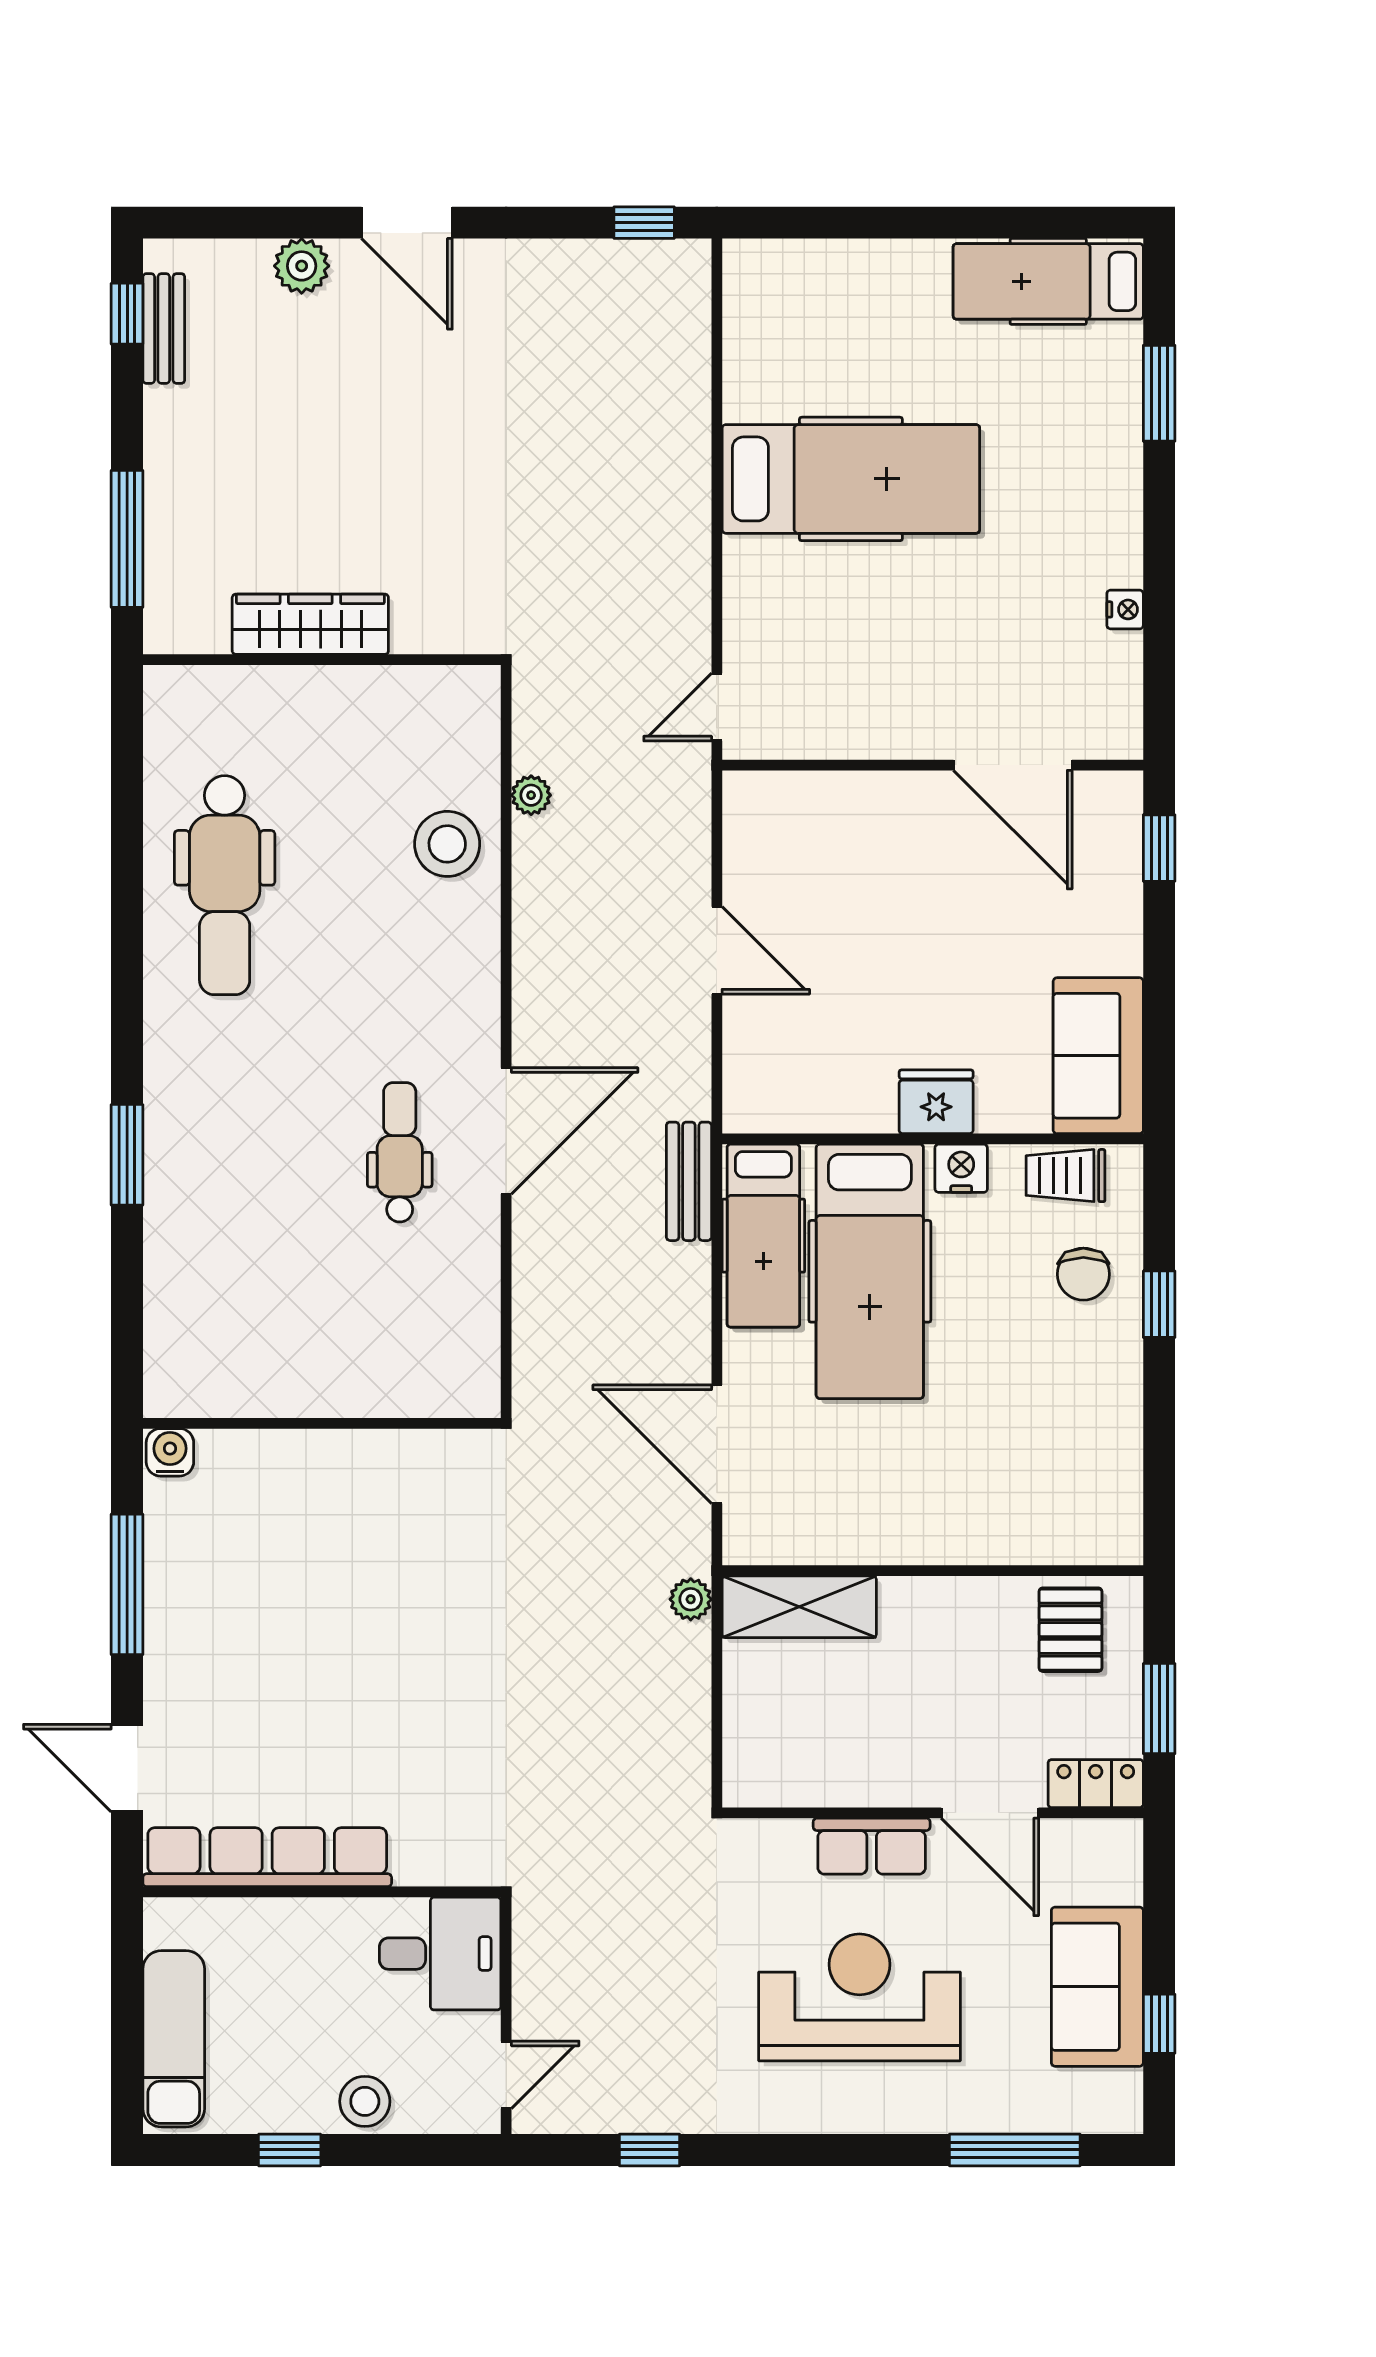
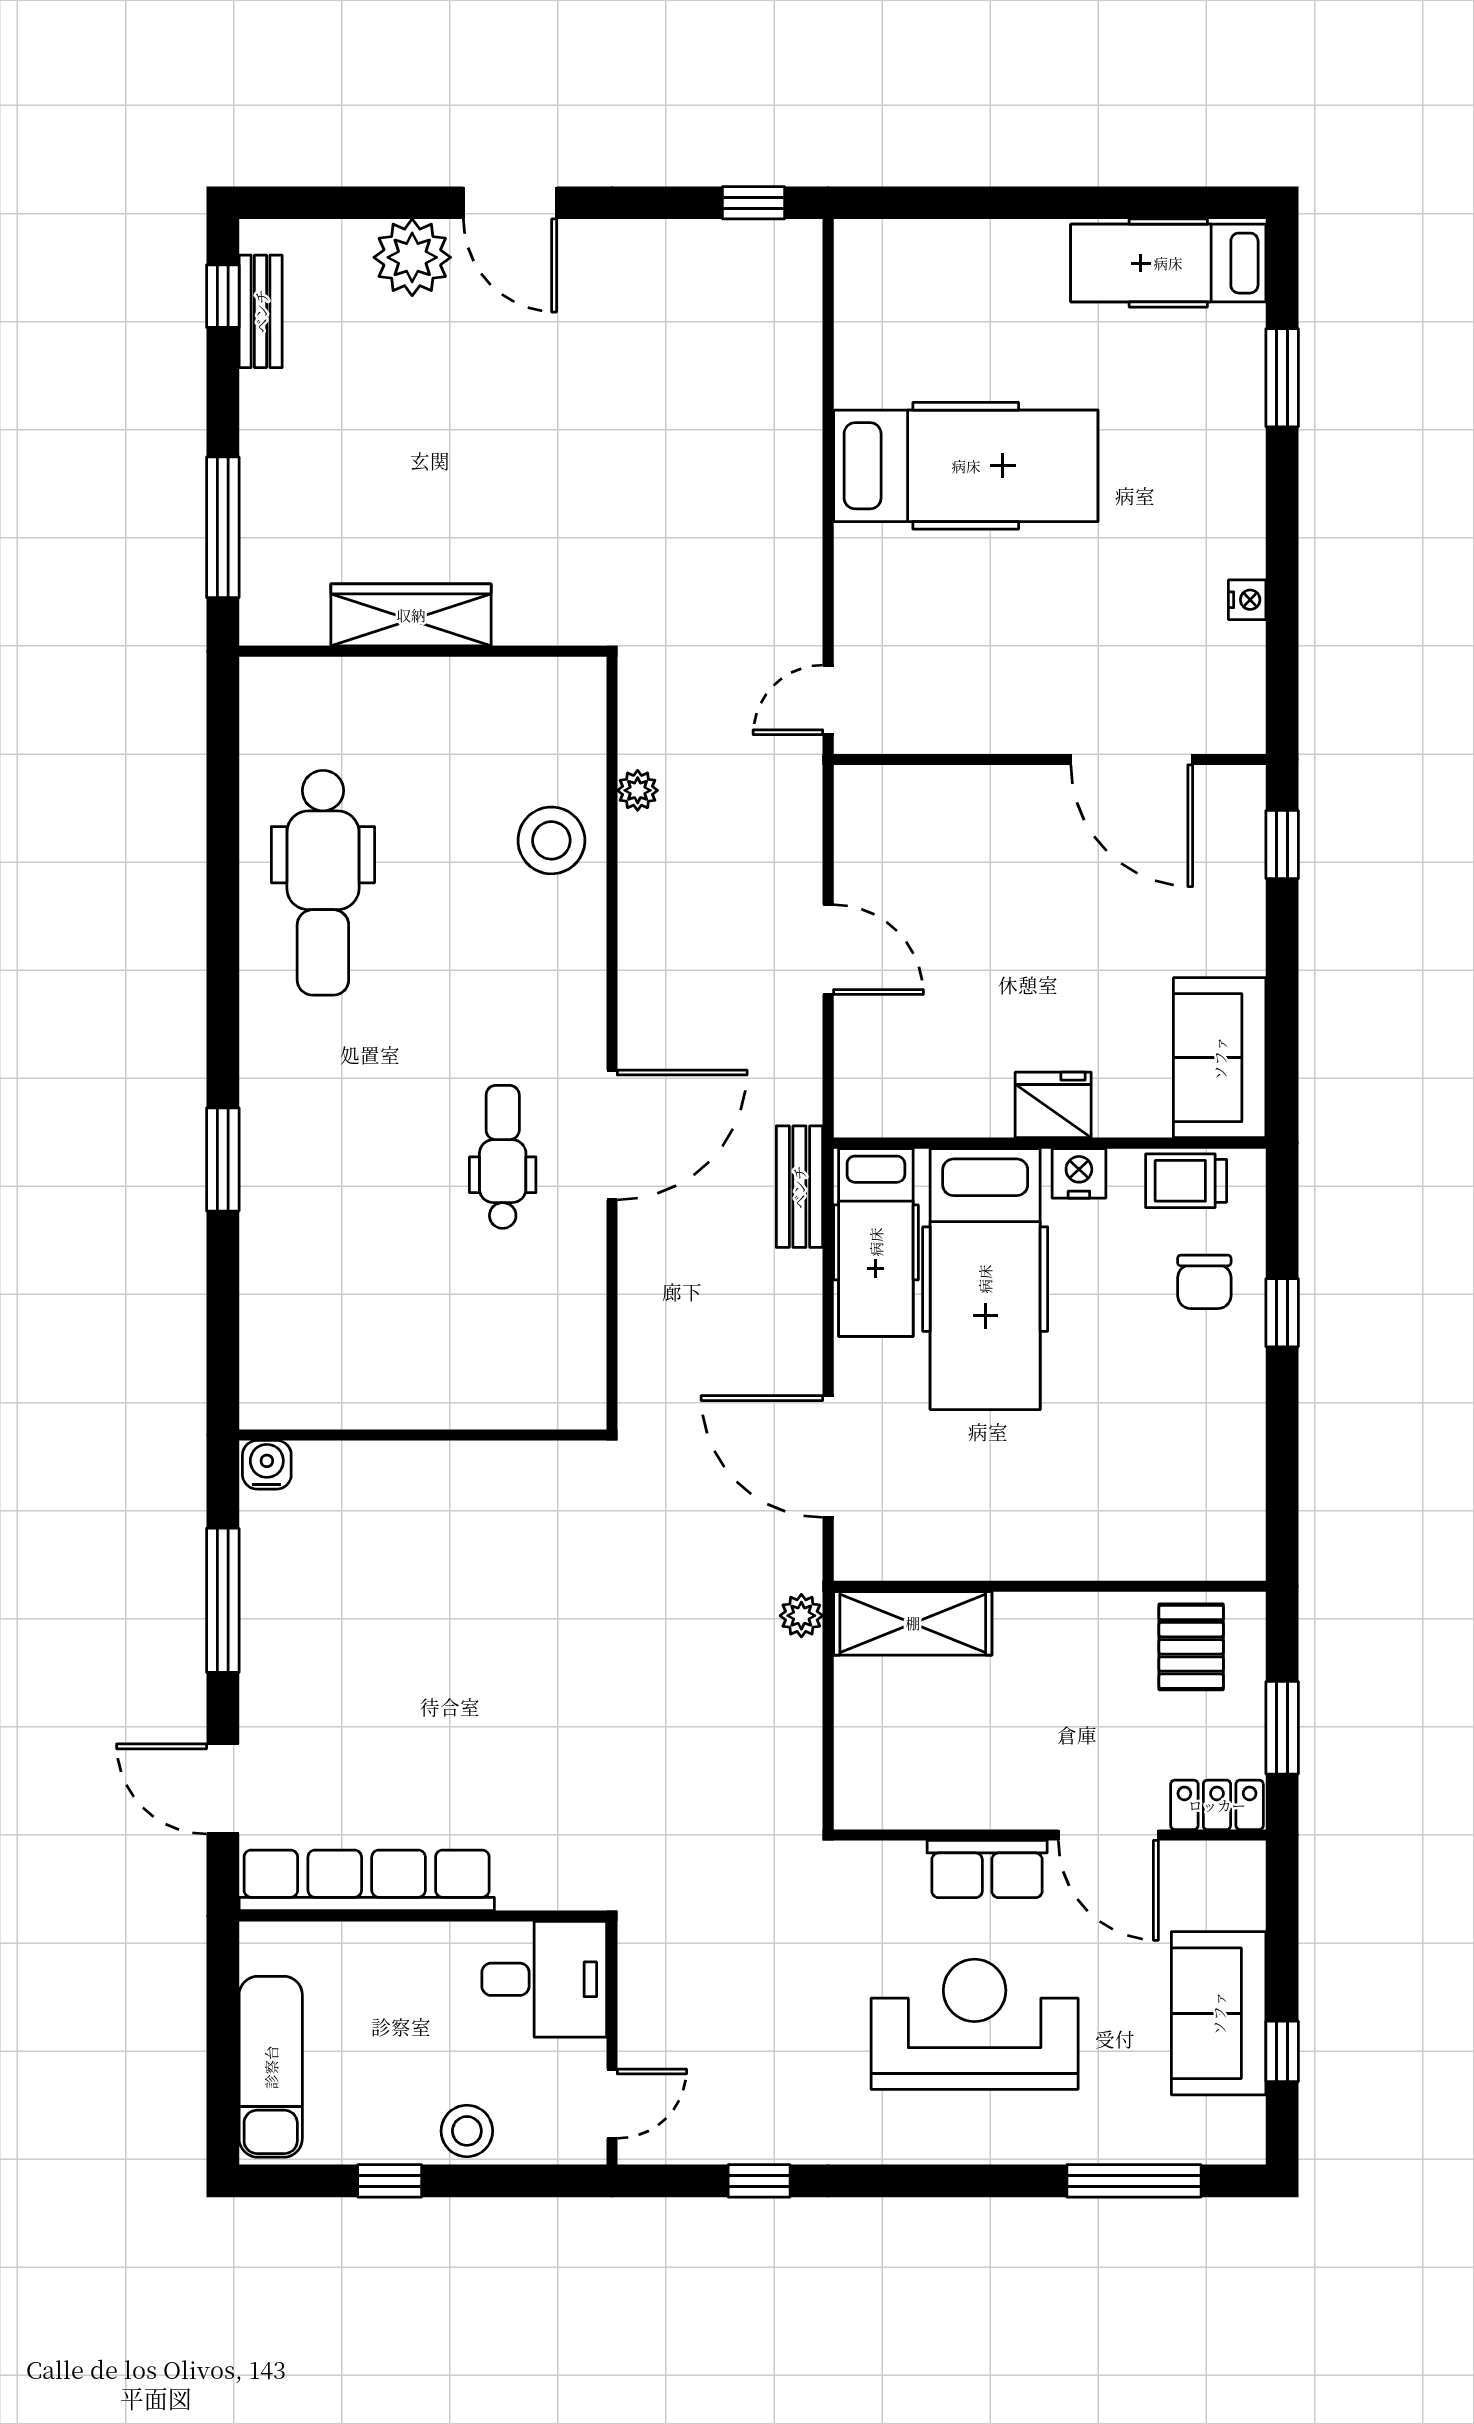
plant: (302, 266) -> (412, 257), width x1.36, depth x1.36

